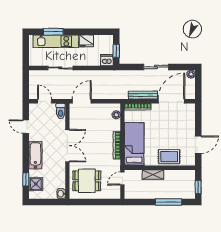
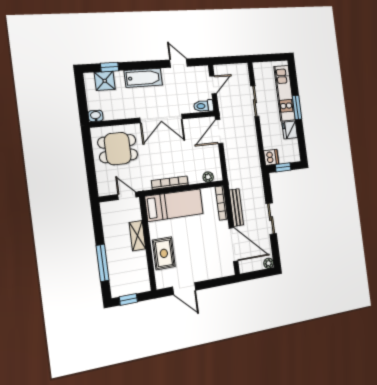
window: (53, 32) -> (297, 107), moved
door: (82, 101) -> (219, 132), swing flipped
door: (26, 127) -> (179, 63), hinge flipped
dining table: (87, 181) -> (118, 149), turned 90

